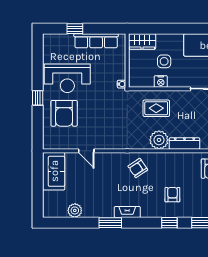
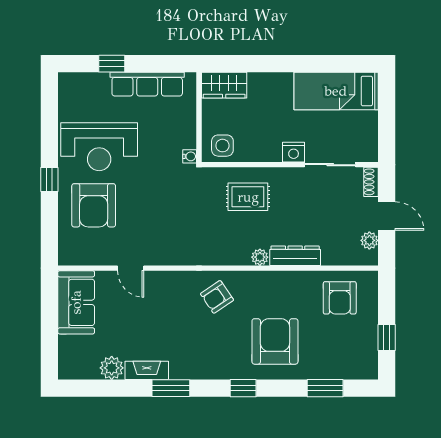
side table: (164, 61) -> (222, 146), moved
nightstand: (161, 82) -> (294, 152), moved
plant: (159, 140) -> (260, 257), width x0.53, depth x0.53
armchair: (172, 195) -> (275, 341), width x1.88, depth x1.88
fireplace: (127, 212) -> (147, 370), moved
window: (169, 223) -> (243, 388), moved

